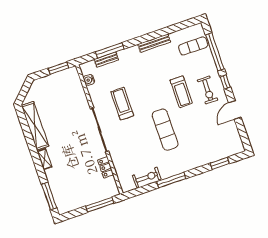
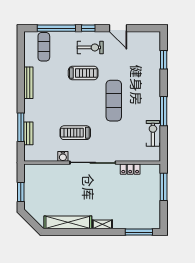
window: (58, 68) -> (21, 192), moved
water cooler: (89, 80) -> (63, 156), moved
exercise mat: (165, 130) -> (114, 101), turned 90

